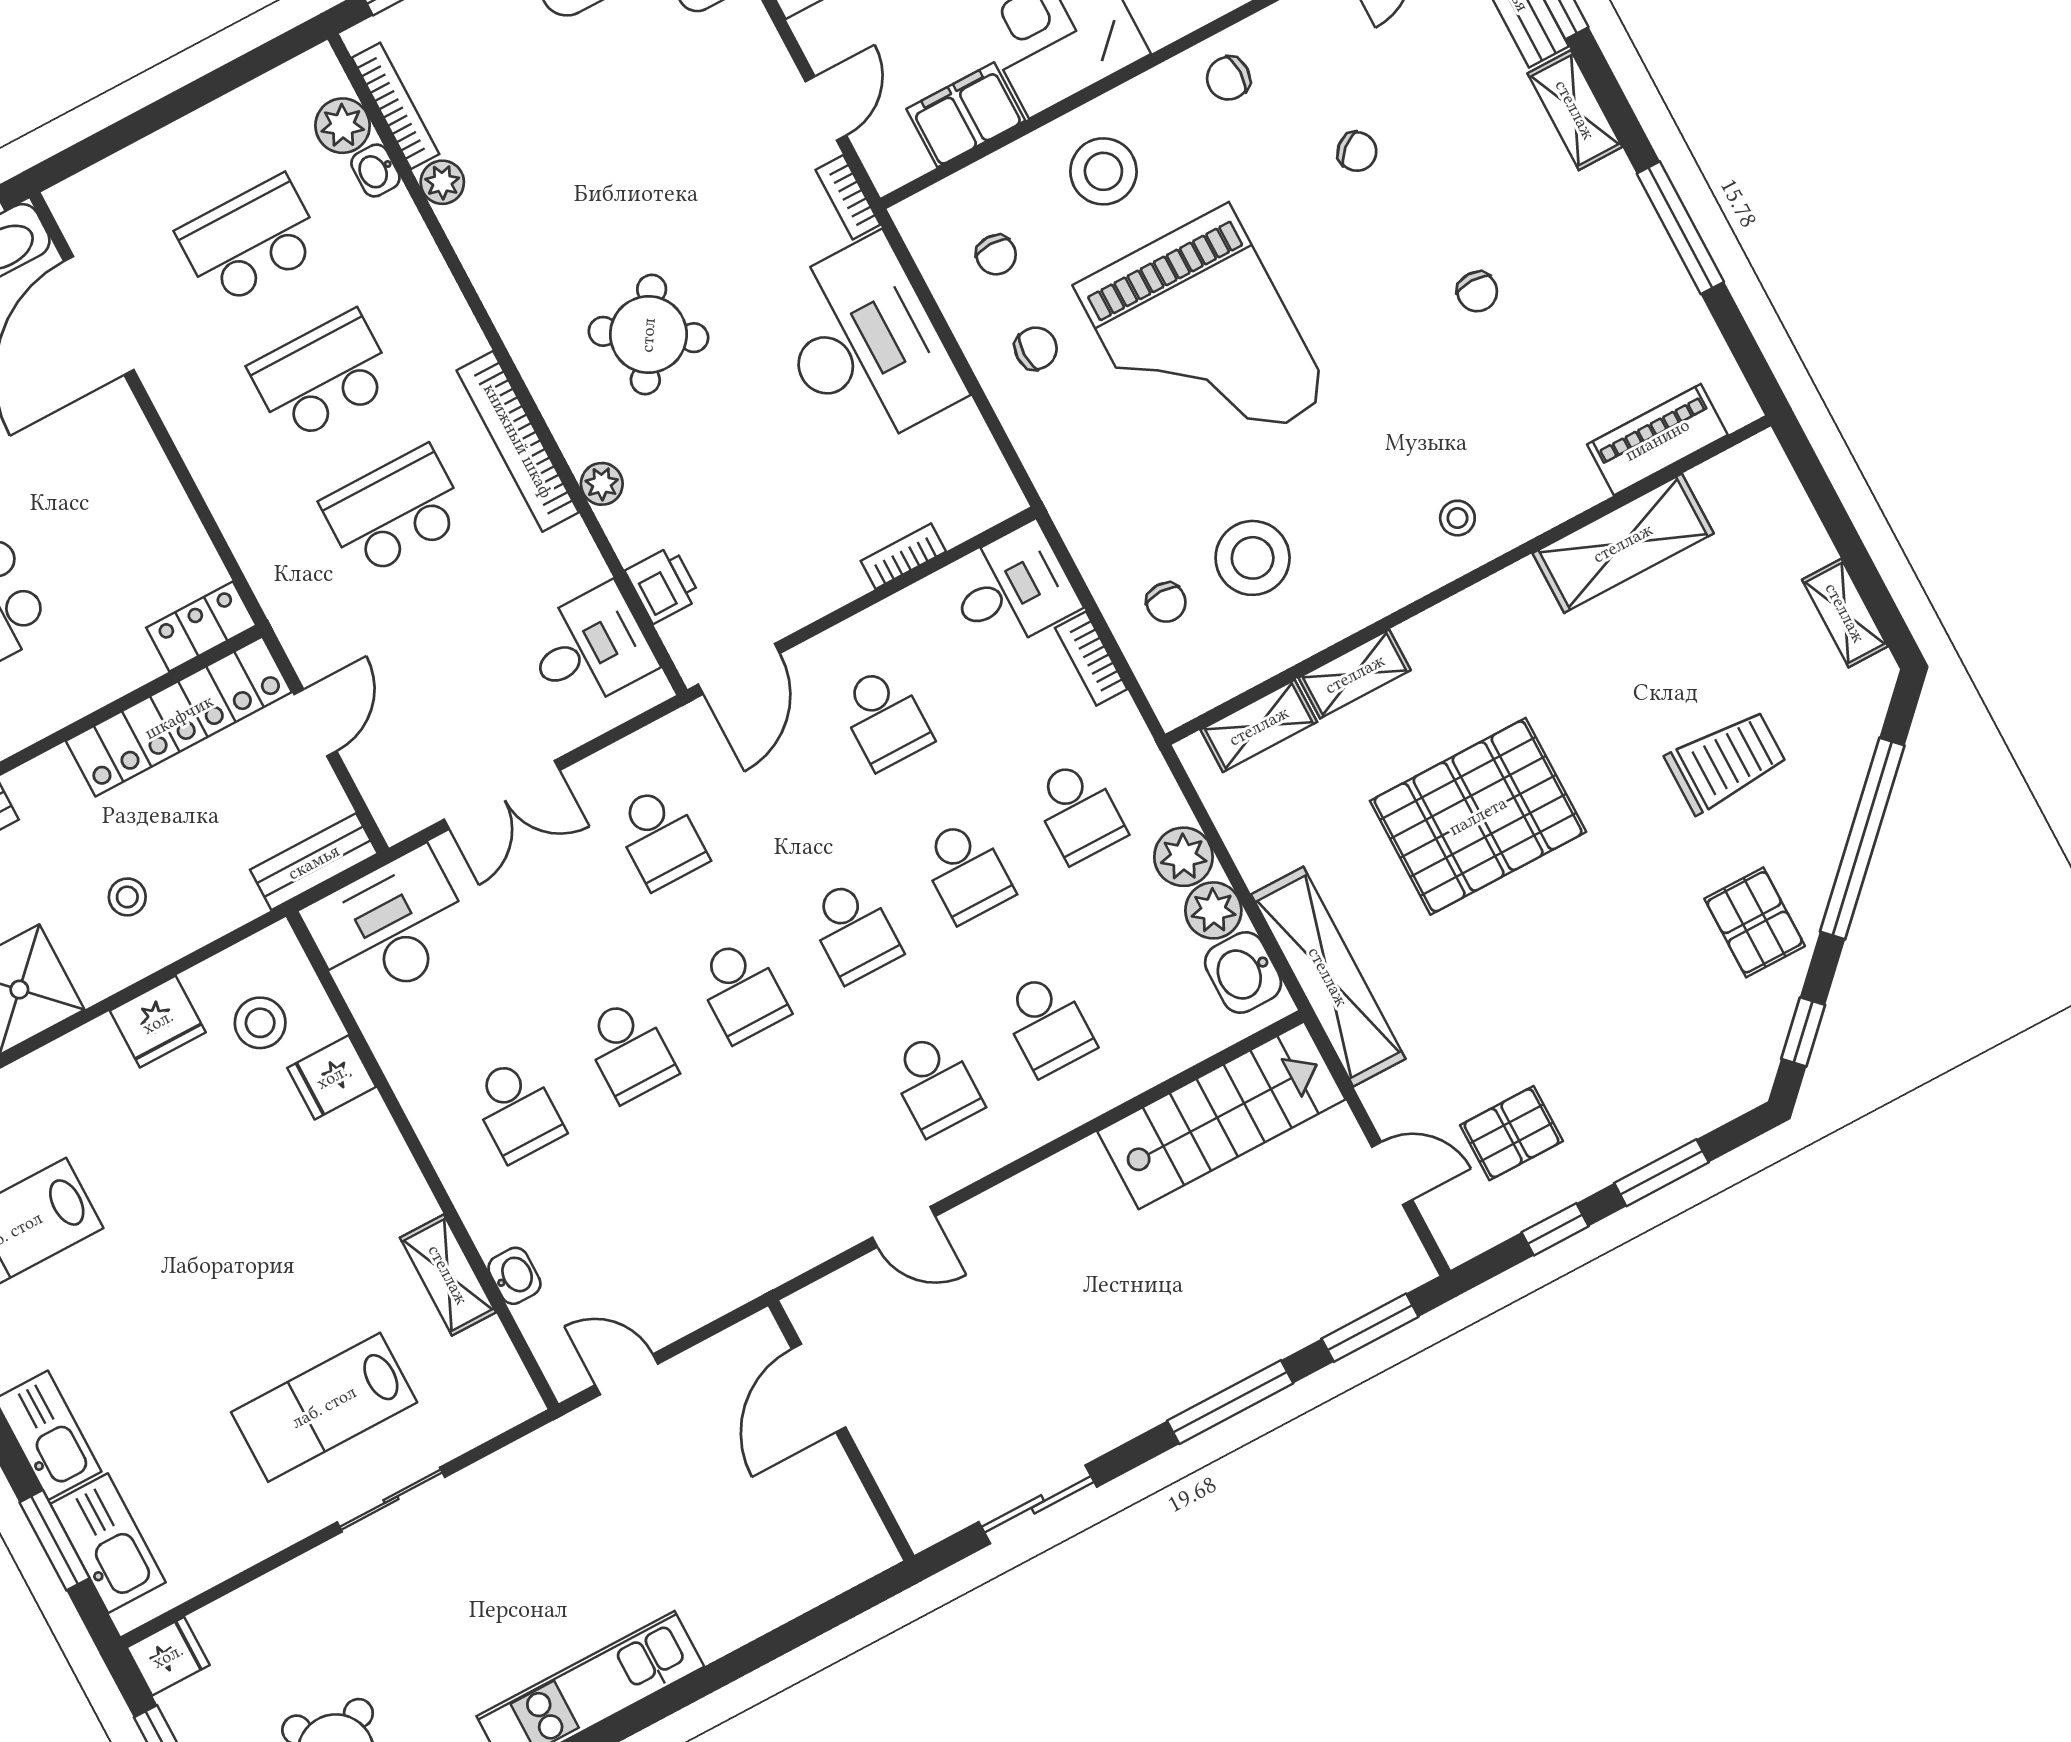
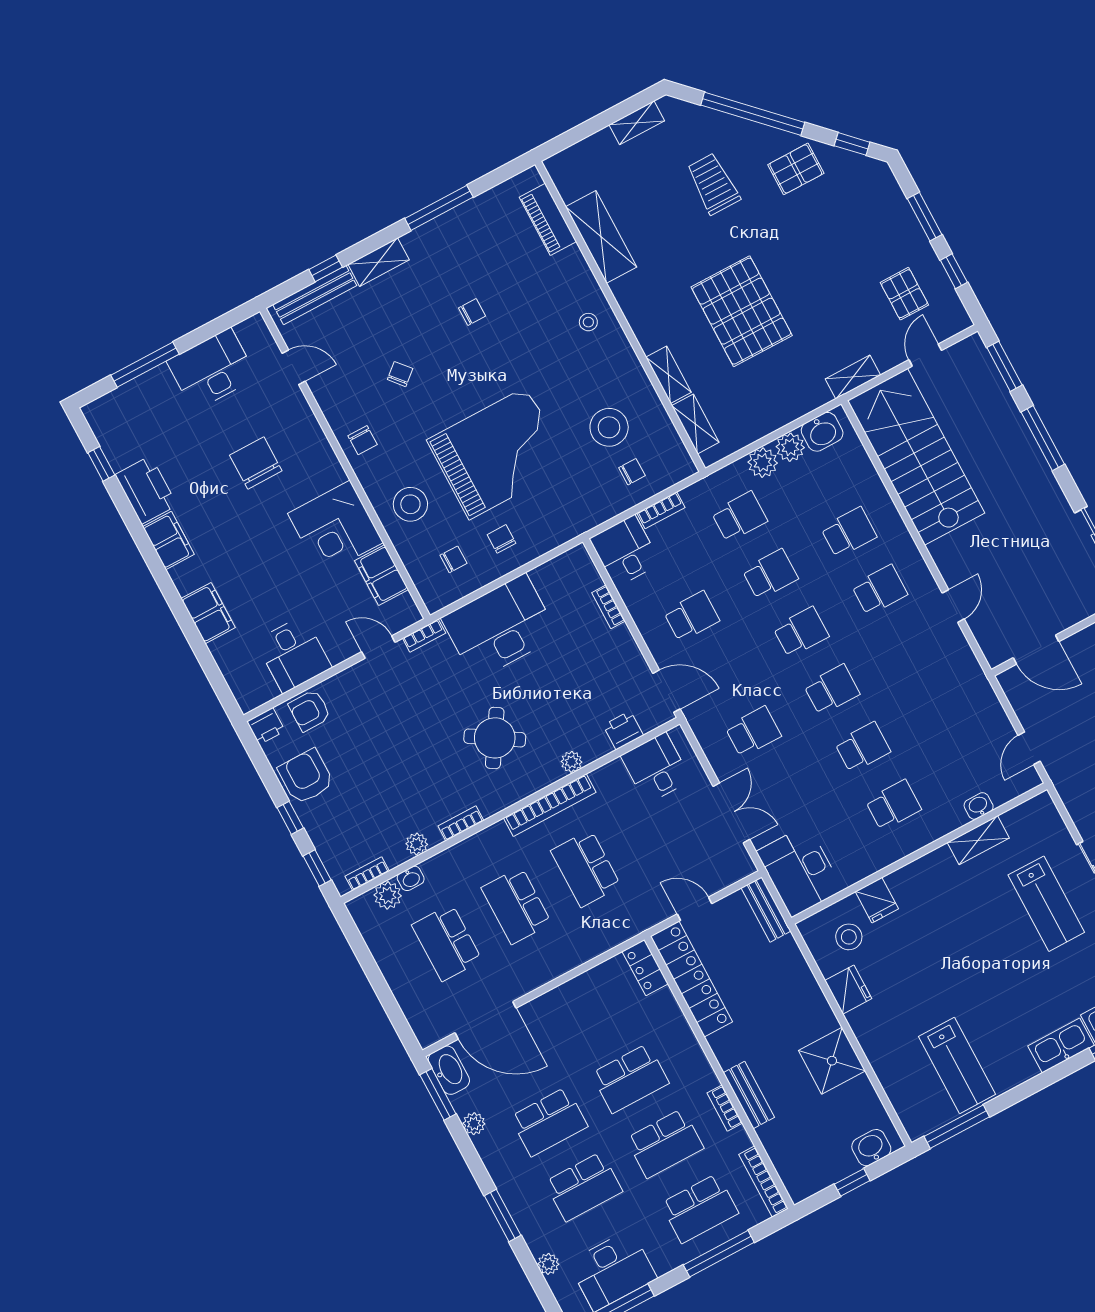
bookcase: (396, 106) -> (367, 874), width x0.64
bookcase: (483, 268) -> (461, 823), added
stool: (127, 897) -> (784, 1005), removed
shelving: (1328, 977) -> (853, 377), width x0.45, depth x0.75
stairs: (1221, 1115) -> (916, 457), width x1.36, depth x1.51

